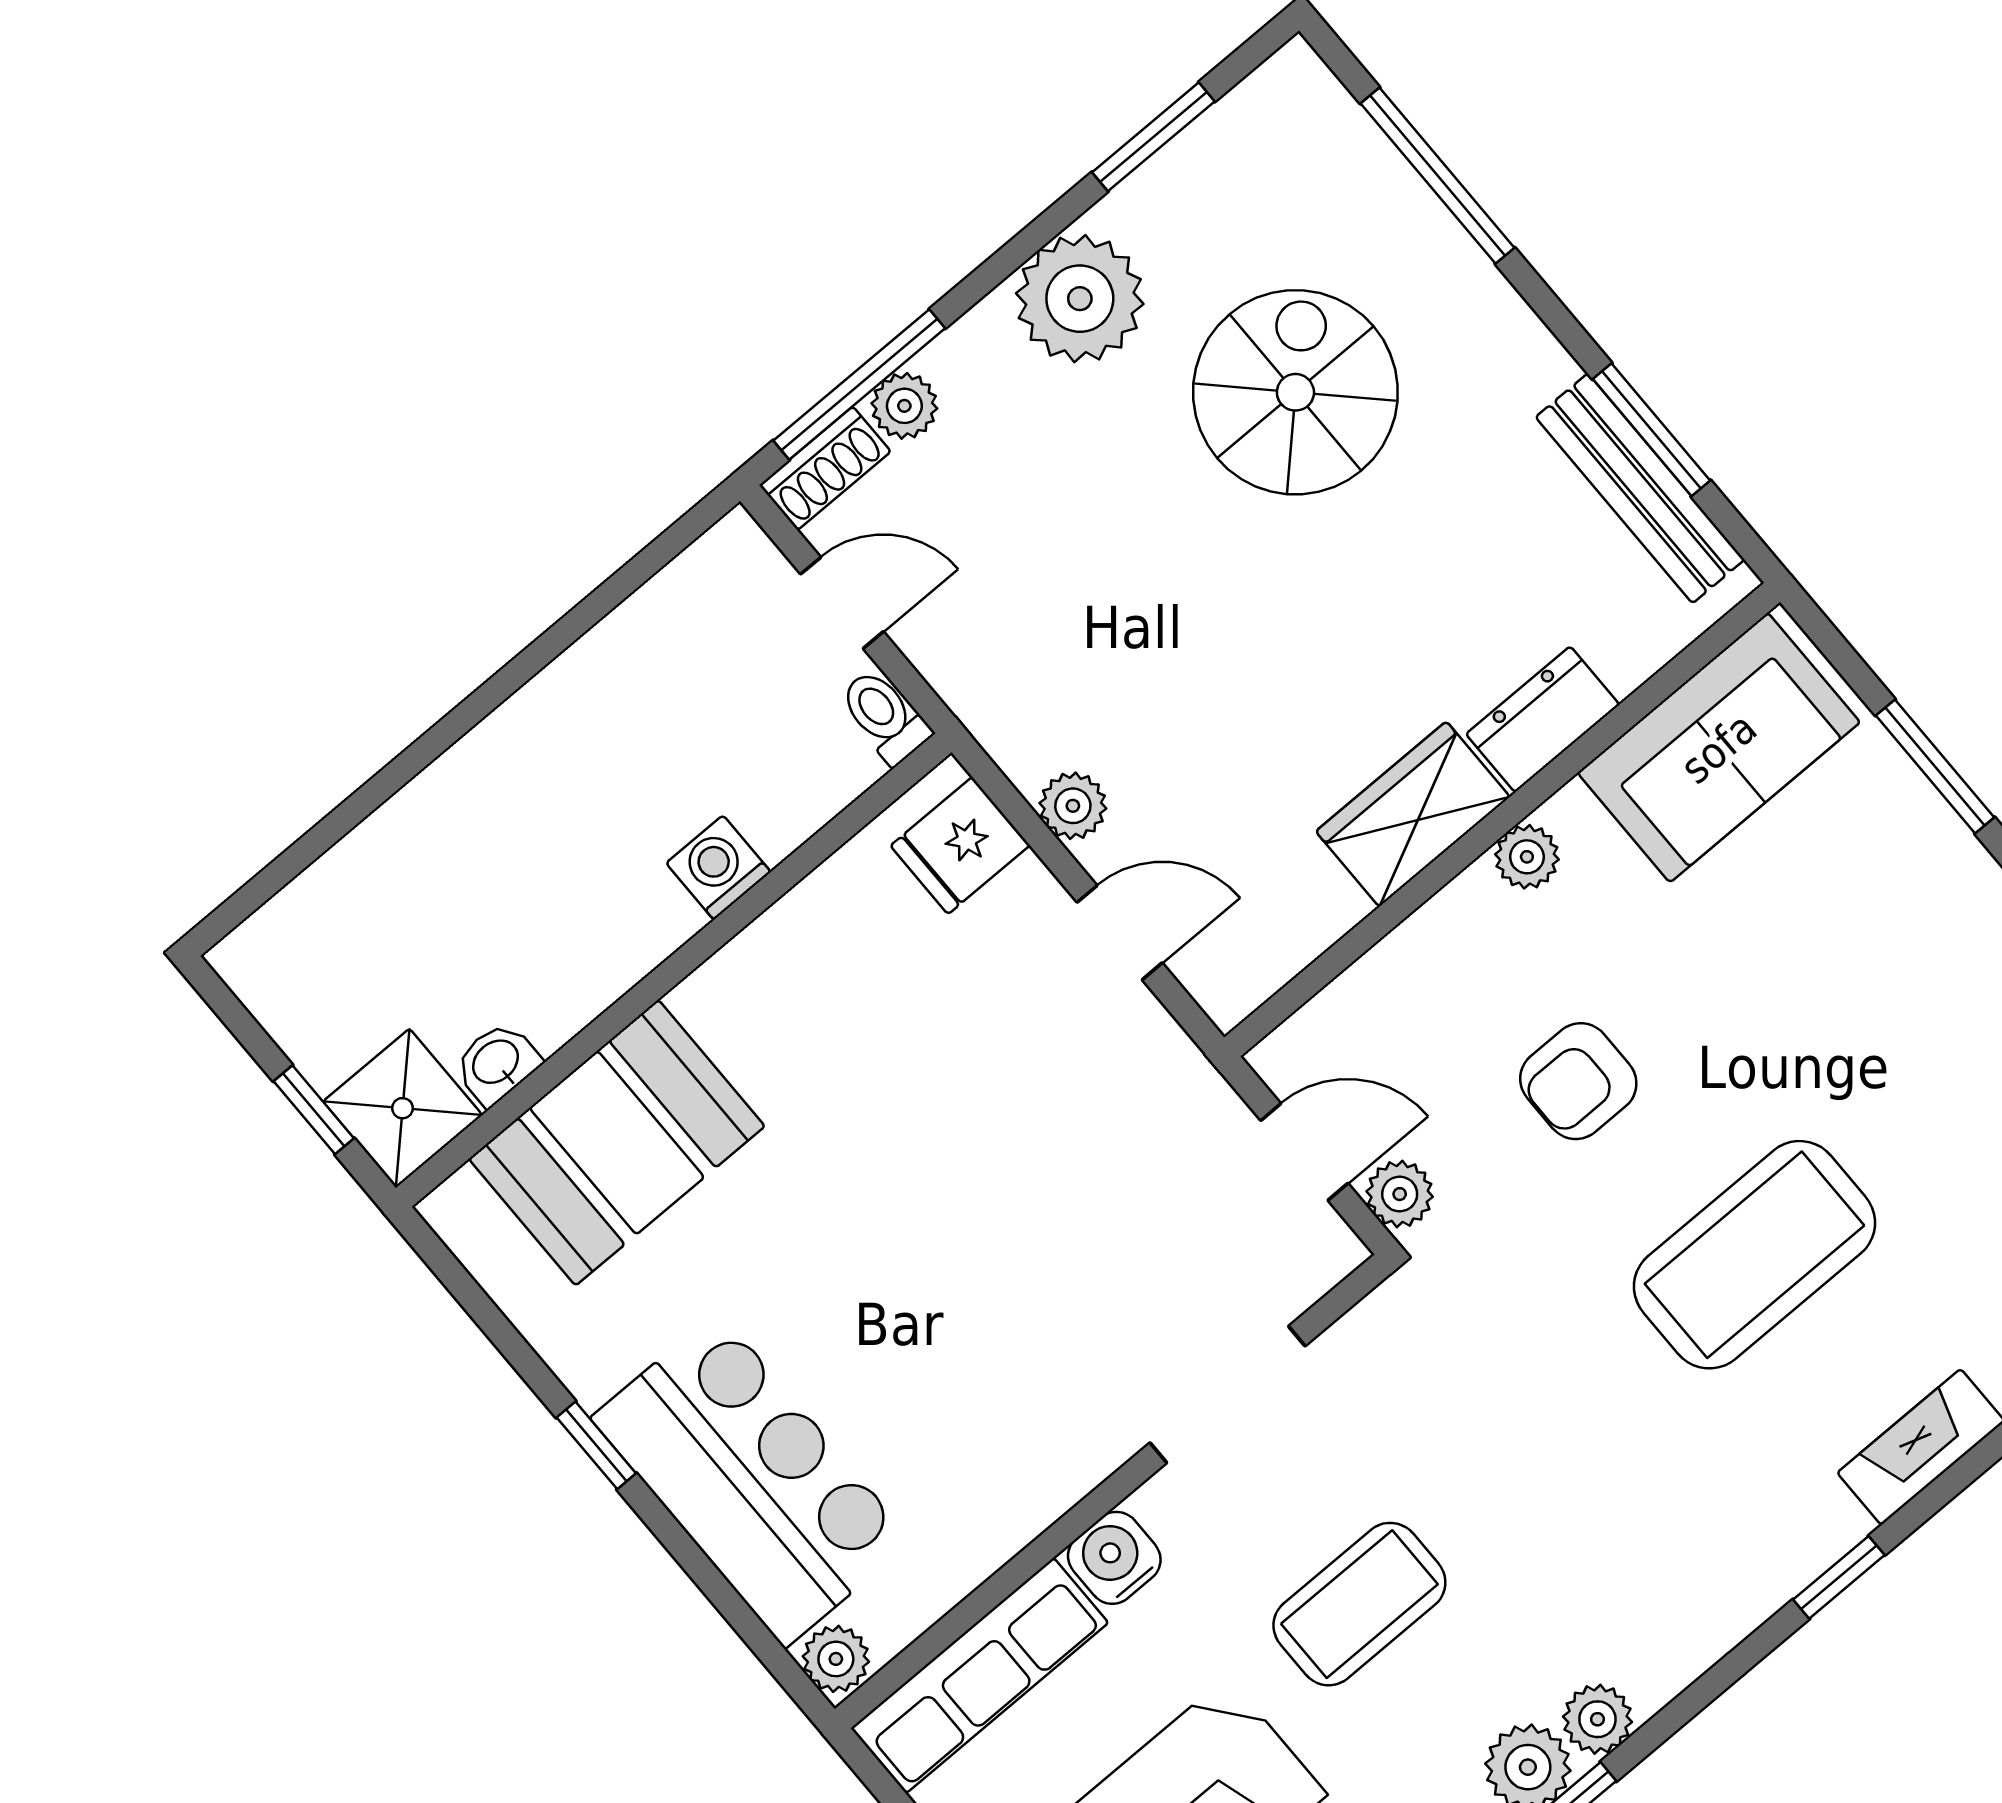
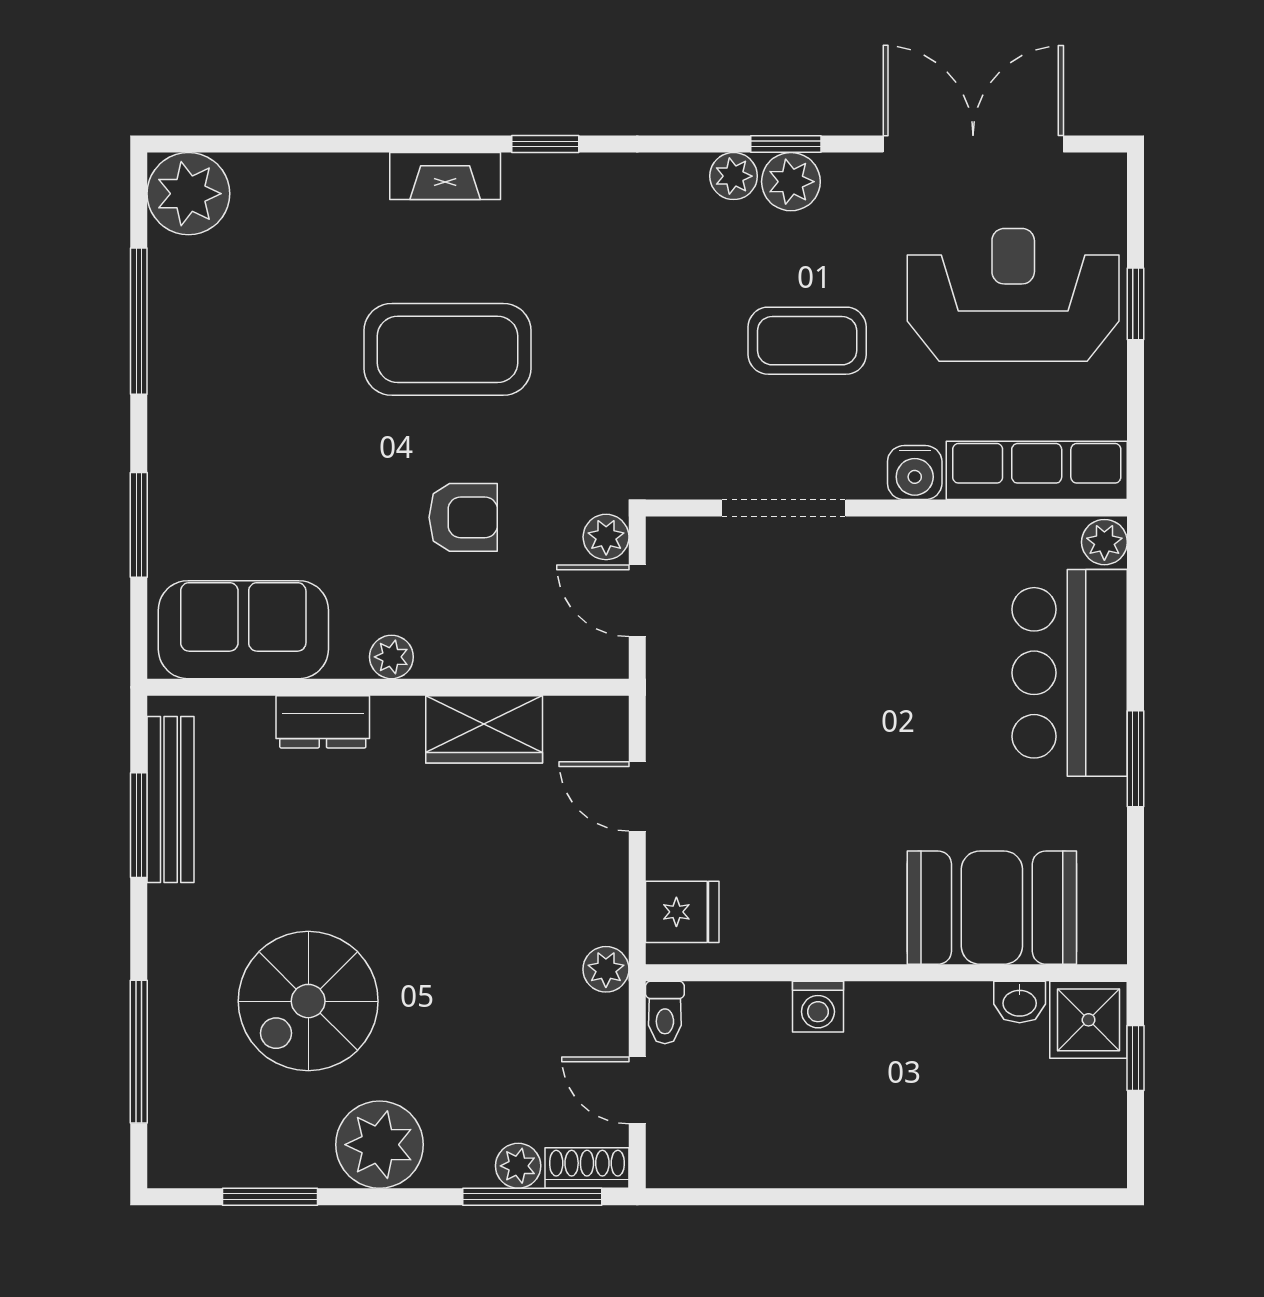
plant: (1073, 806) -> (606, 969), moved
wardrobe: (1413, 814) -> (484, 729), moved
window: (596, 1445) -> (1136, 759), width x1.50

